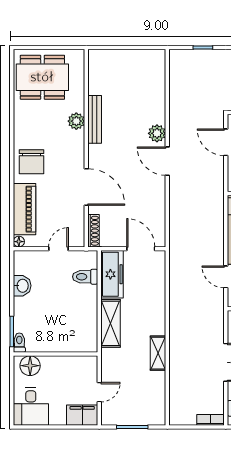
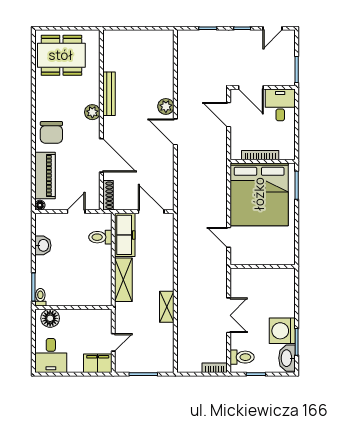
plant: (76, 121) -> (92, 112), moved

